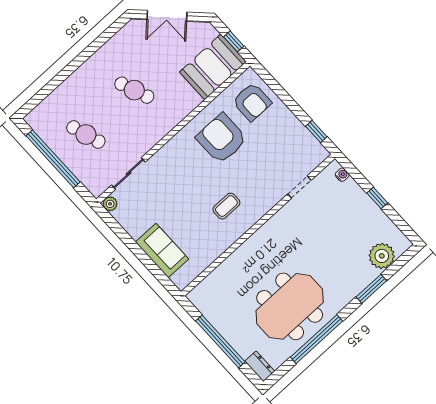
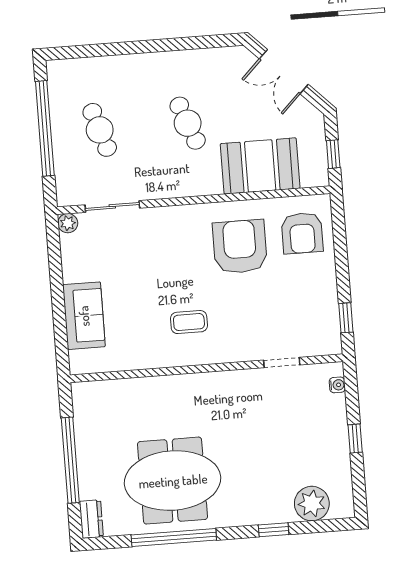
booth: (213, 67) -> (260, 166), moved
window: (371, 289) -> (274, 530), width x0.67

